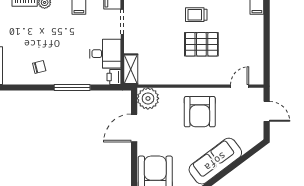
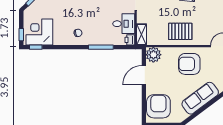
pallet: (201, 44) -> (180, 31), moved
armchair: (200, 112) -> (189, 64), turned 90

